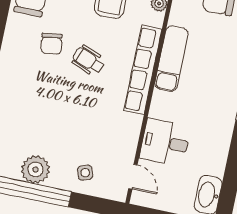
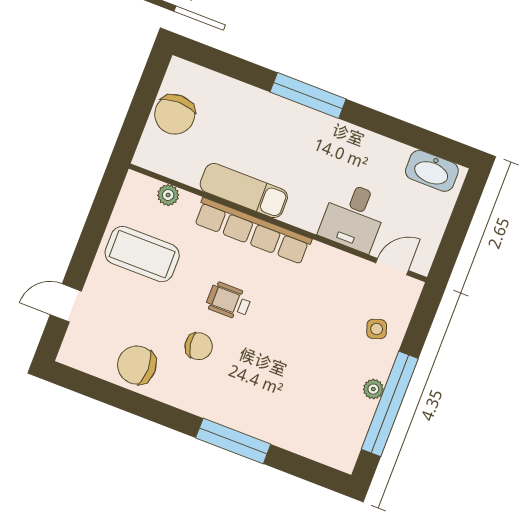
wheelchair: (88, 60) -> (229, 301), turned 69
plant: (35, 169) -> (373, 389), width x0.53, depth x0.53

